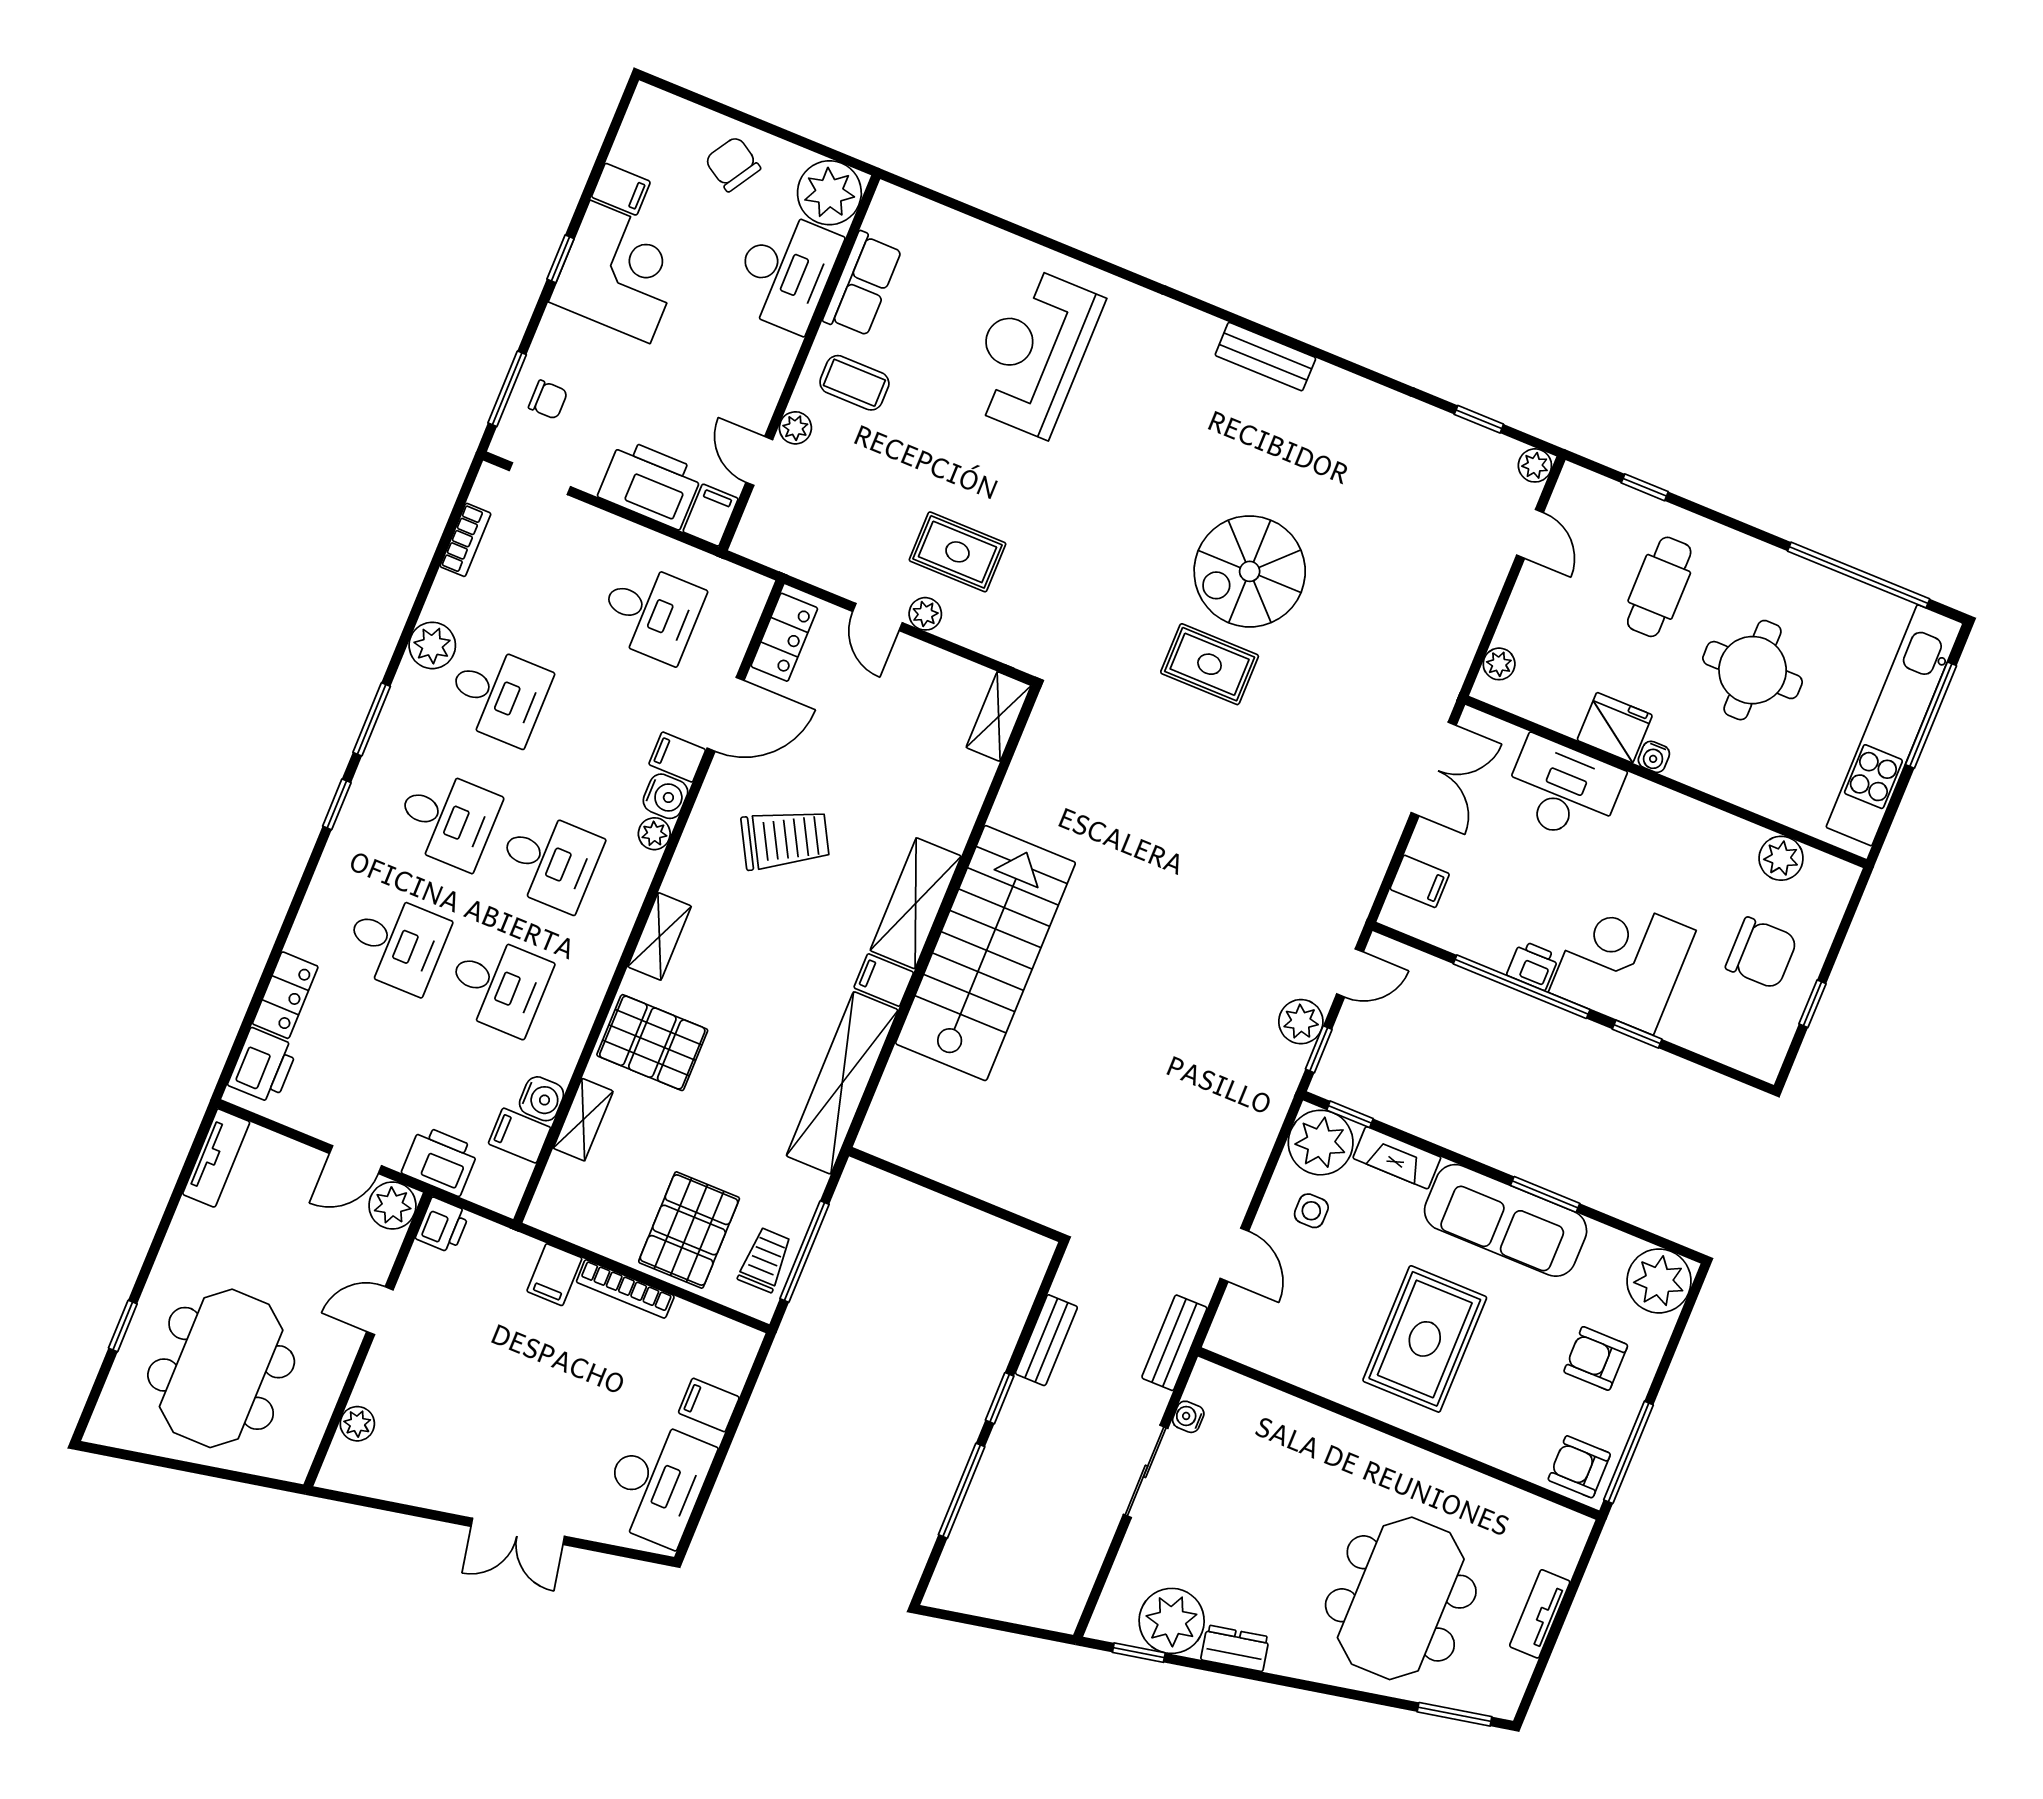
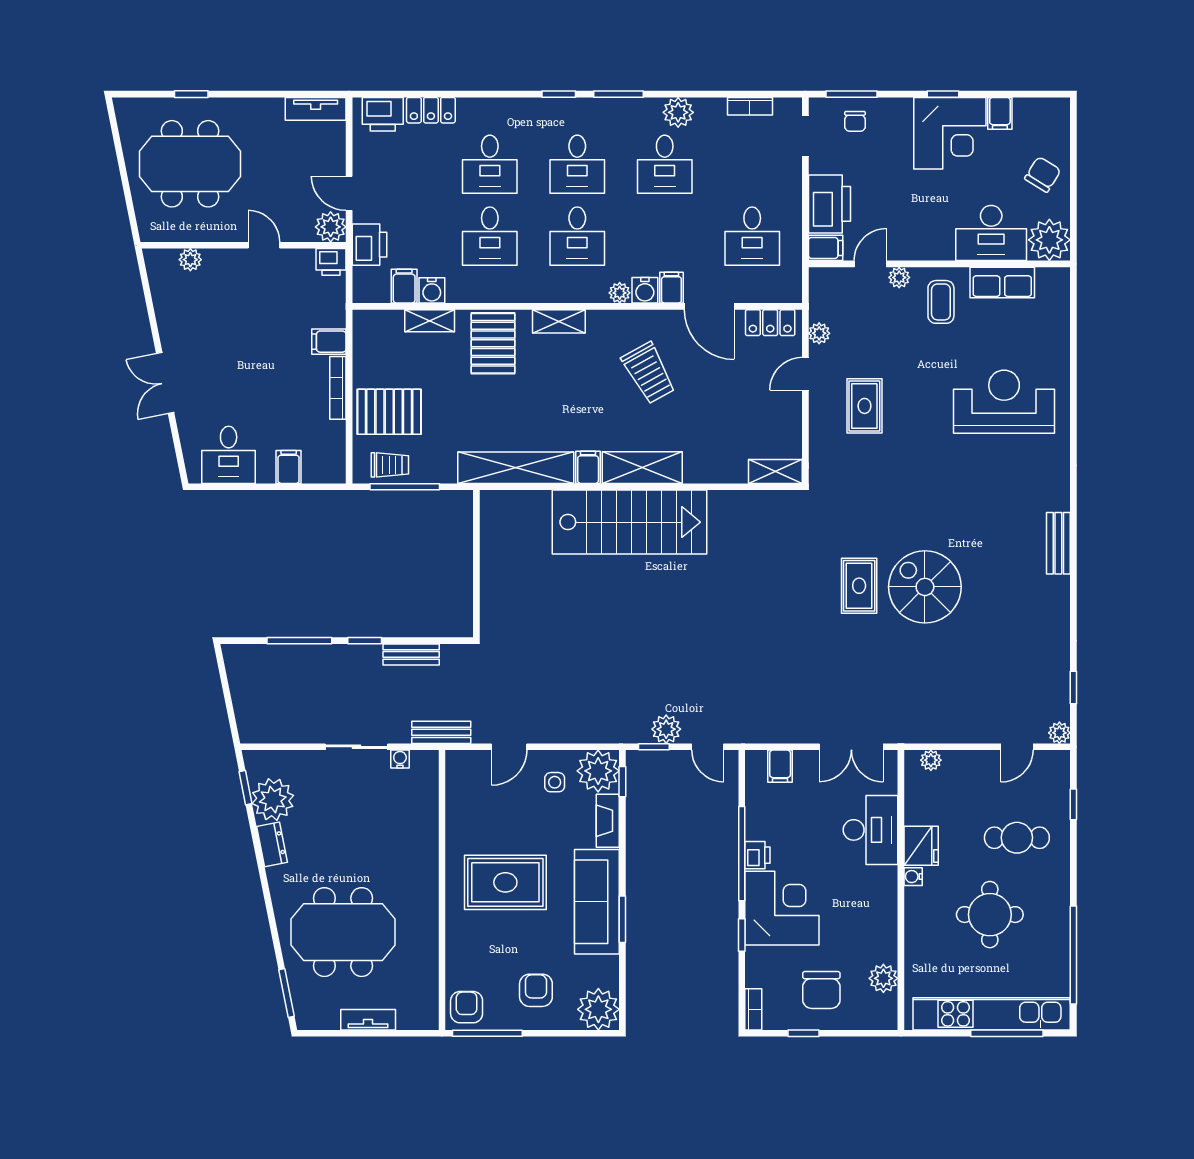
plant: (925, 614) -> (819, 333), moved
bookcase: (1749, 1061) -> (753, 1009), added
desk: (657, 1483) -> (229, 455), width x0.73

